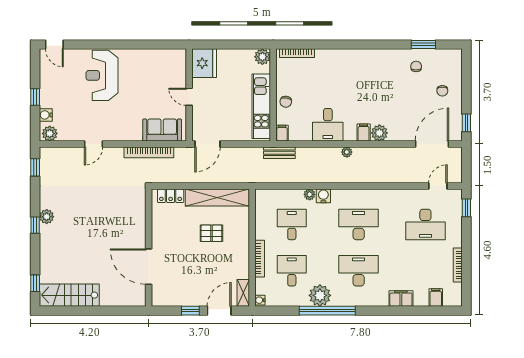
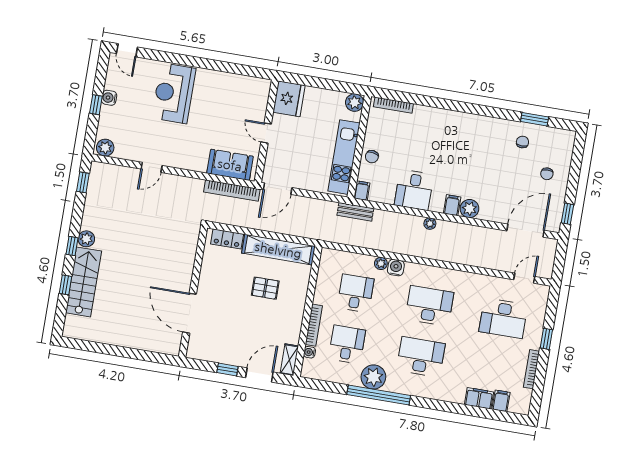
water cooler: (46, 115) -> (109, 98), moved
bookcase: (149, 152) -> (232, 190), moved
window: (466, 208) -> (546, 339), moved
window: (35, 283) -> (65, 285), moved
stairs: (69, 295) -> (84, 282), moved, turned 90
filing cabinet: (401, 298) -> (479, 398), moved
water cooler: (260, 300) -> (309, 352), moved

